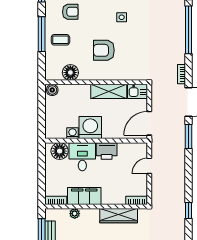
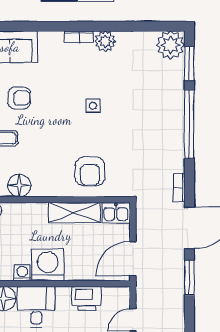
armchair: (104, 50) -> (90, 171), moved, turned -90
printer: (107, 151) -> (86, 298), moved

